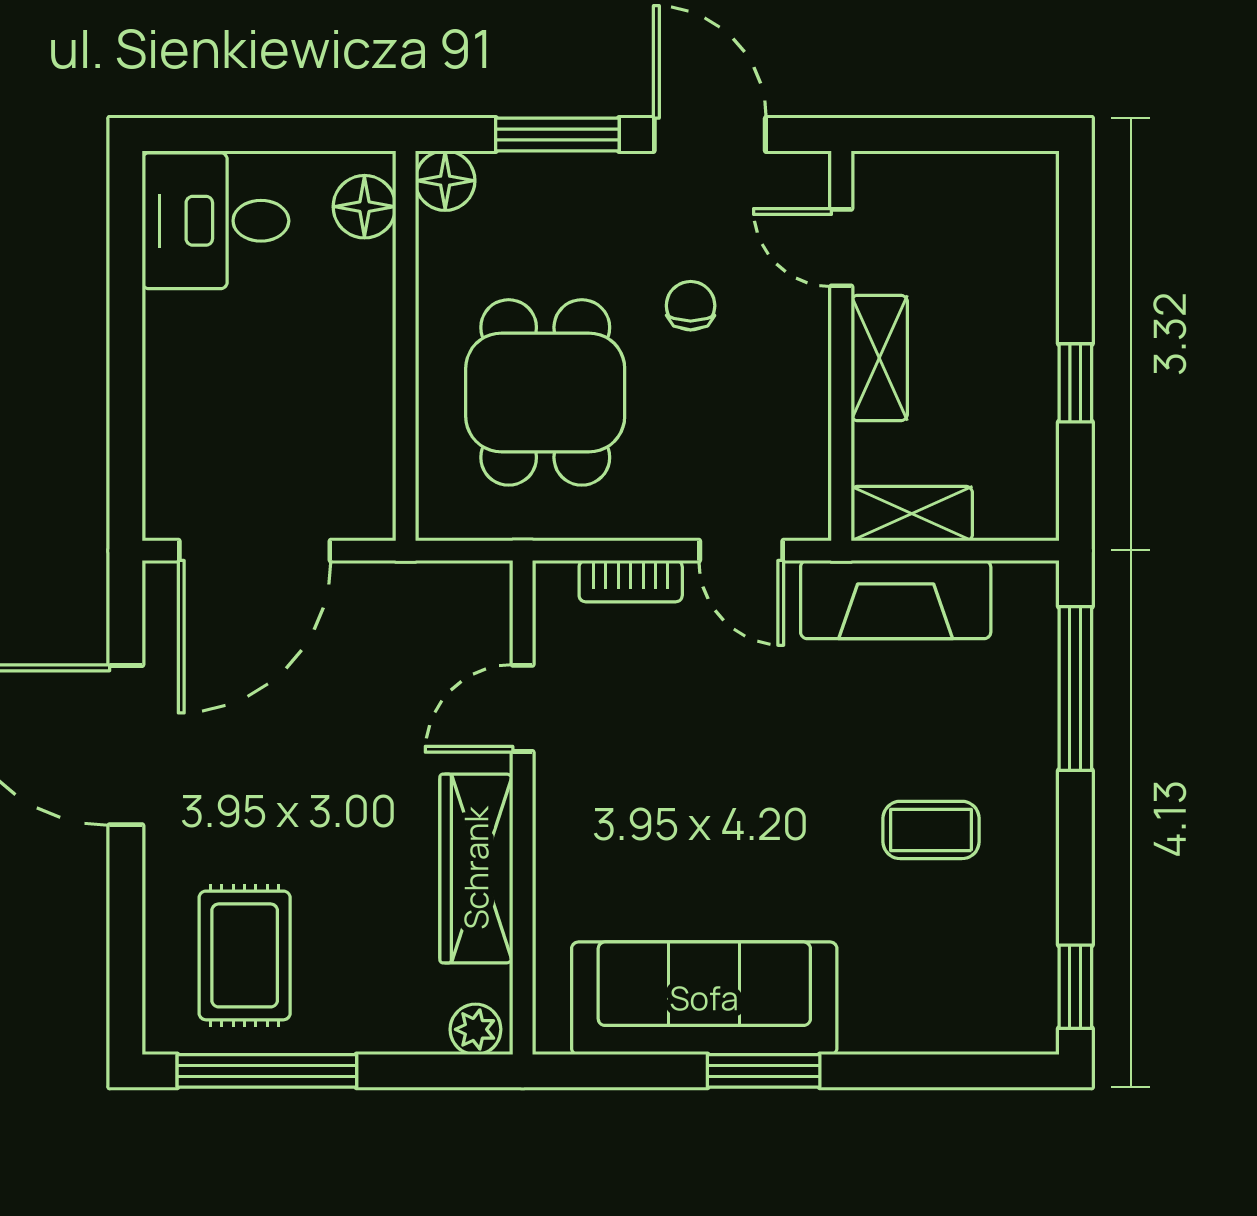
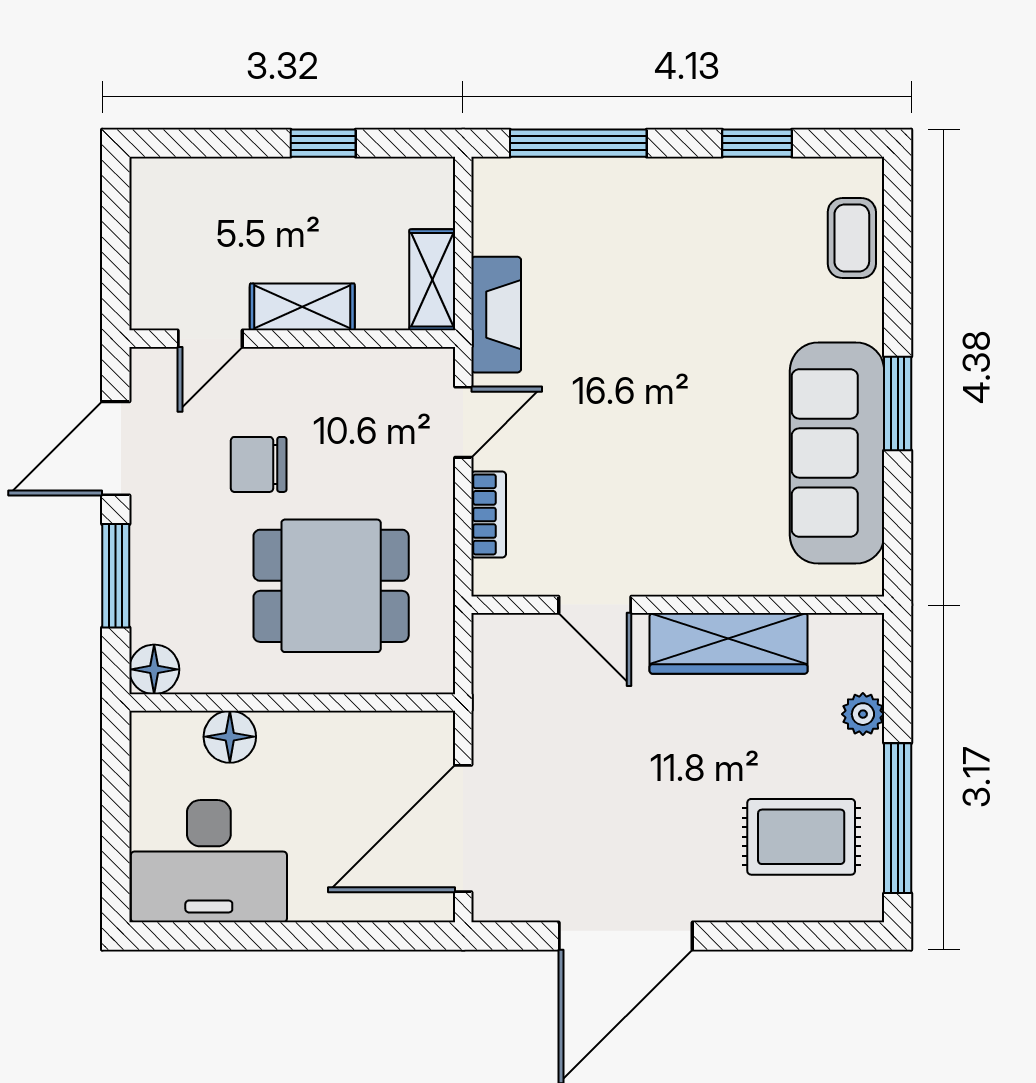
floor lamp: (364, 207) -> (230, 737), moved
desk: (215, 221) -> (209, 861), width x1.37
chair: (691, 306) -> (259, 464), width x1.37, depth x1.37
door: (255, 551) -> (463, 828), swing flipped
fireplace: (896, 600) -> (496, 315), width x0.73, depth x0.76
coffee table: (931, 830) -> (852, 238), moved
window: (1075, 987) -> (757, 143), moved
plant: (475, 1029) -> (863, 714), moved

